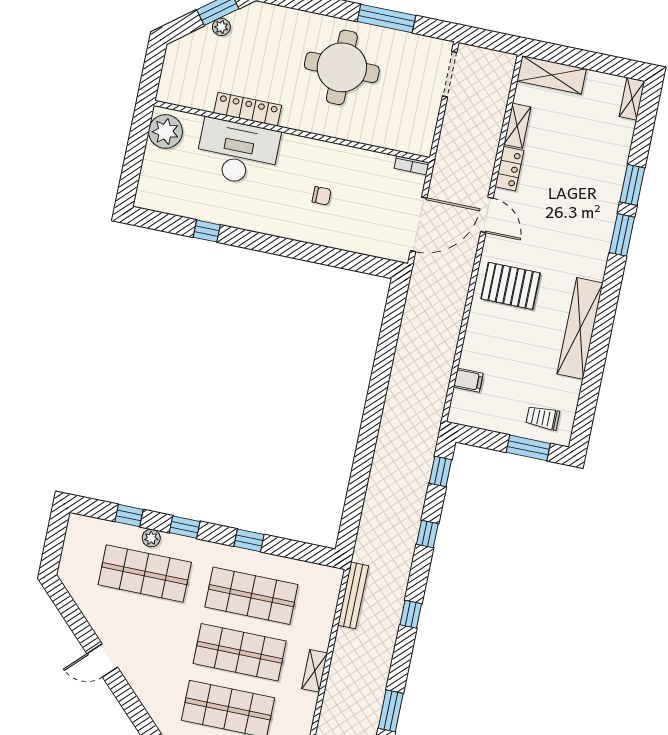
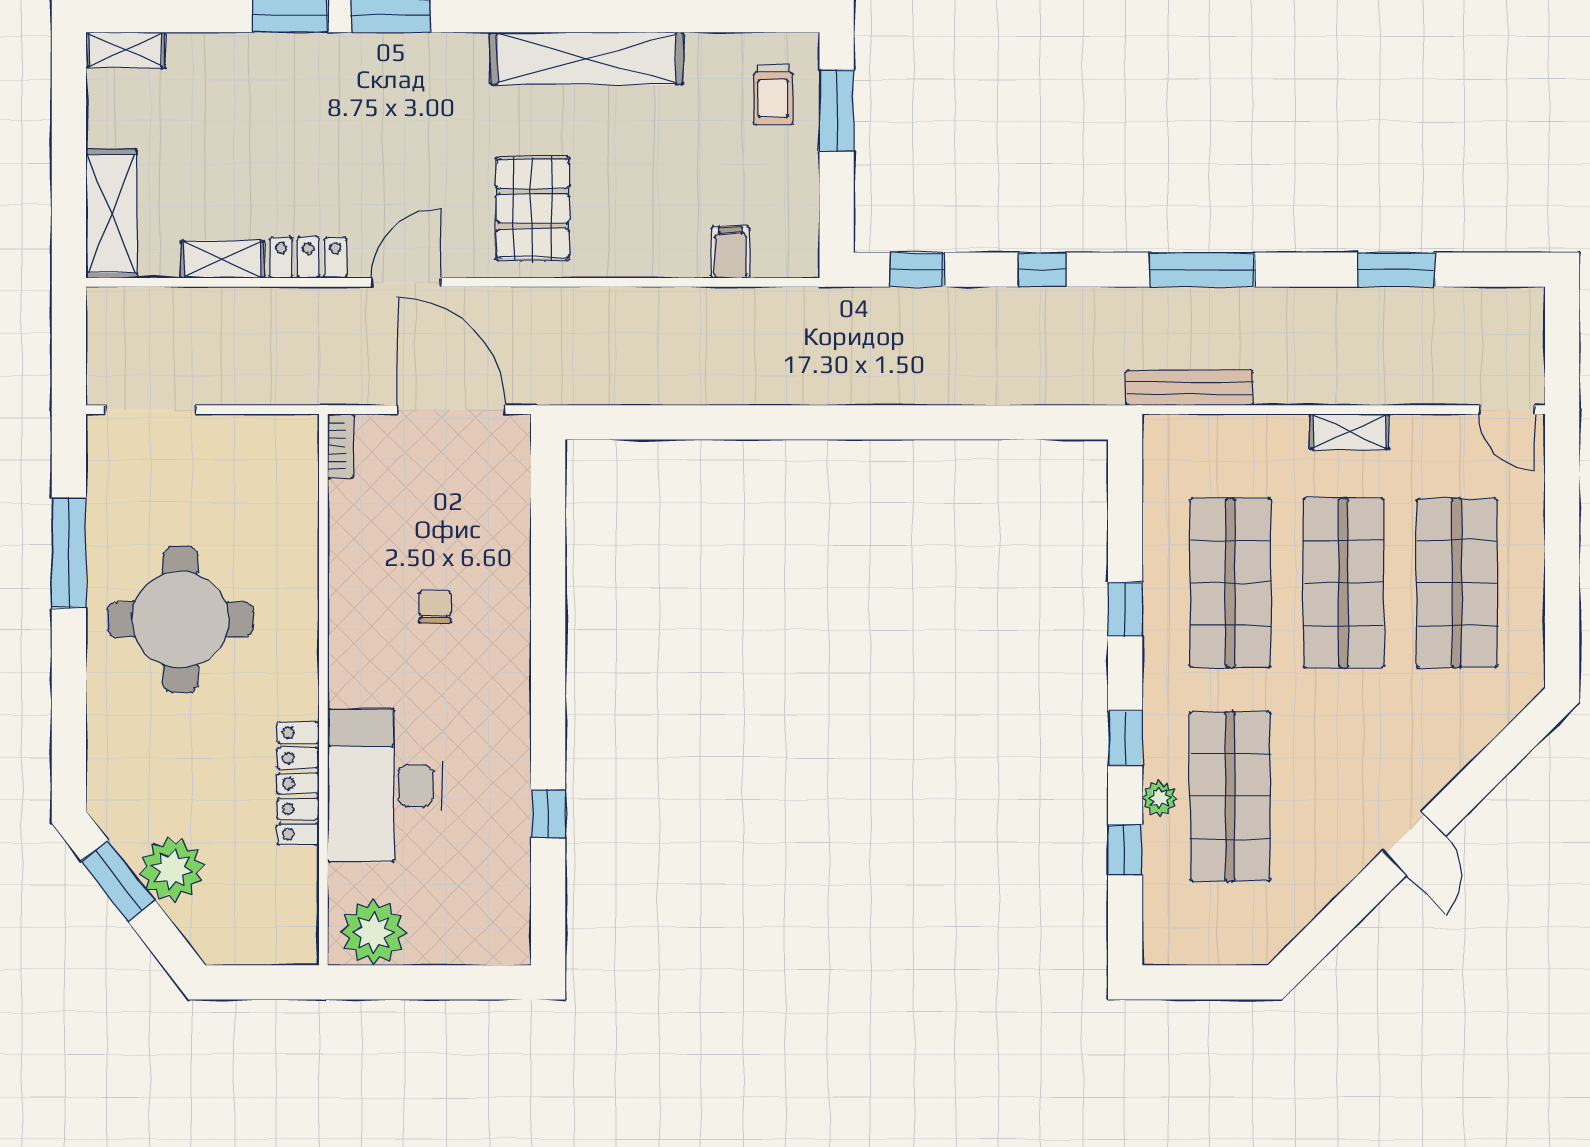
plant: (221, 27) -> (172, 869), width x1.88, depth x1.88
window: (411, 614) -> (1203, 270), width x2.17

